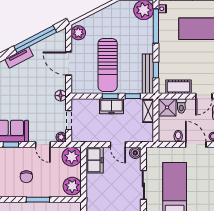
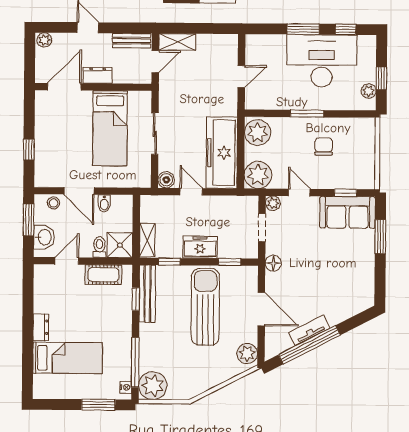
tv unit: (19, 58) -> (309, 330), moved
window: (110, 96) -> (230, 262), moved
freezer: (95, 160) -> (222, 153), width x1.91, depth x1.26

